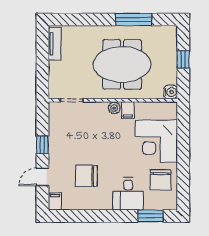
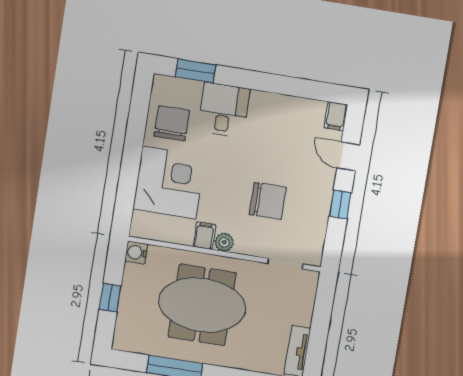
chair: (86, 176) -> (268, 201), moved
door: (42, 177) -> (348, 157), swing flipped

